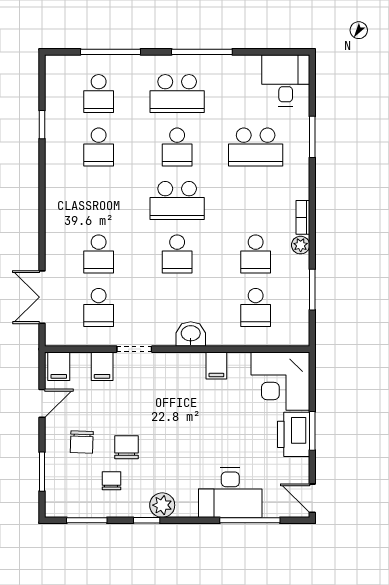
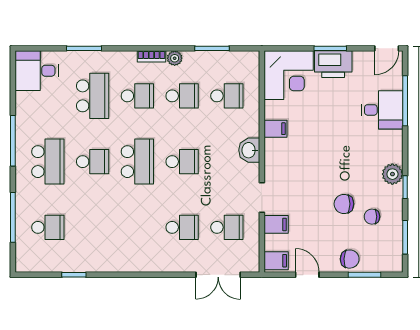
school desk: (99, 147) -> (137, 96), moved
chair: (82, 442) -> (350, 259), moved
desk: (230, 493) -> (382, 110), width x0.73

